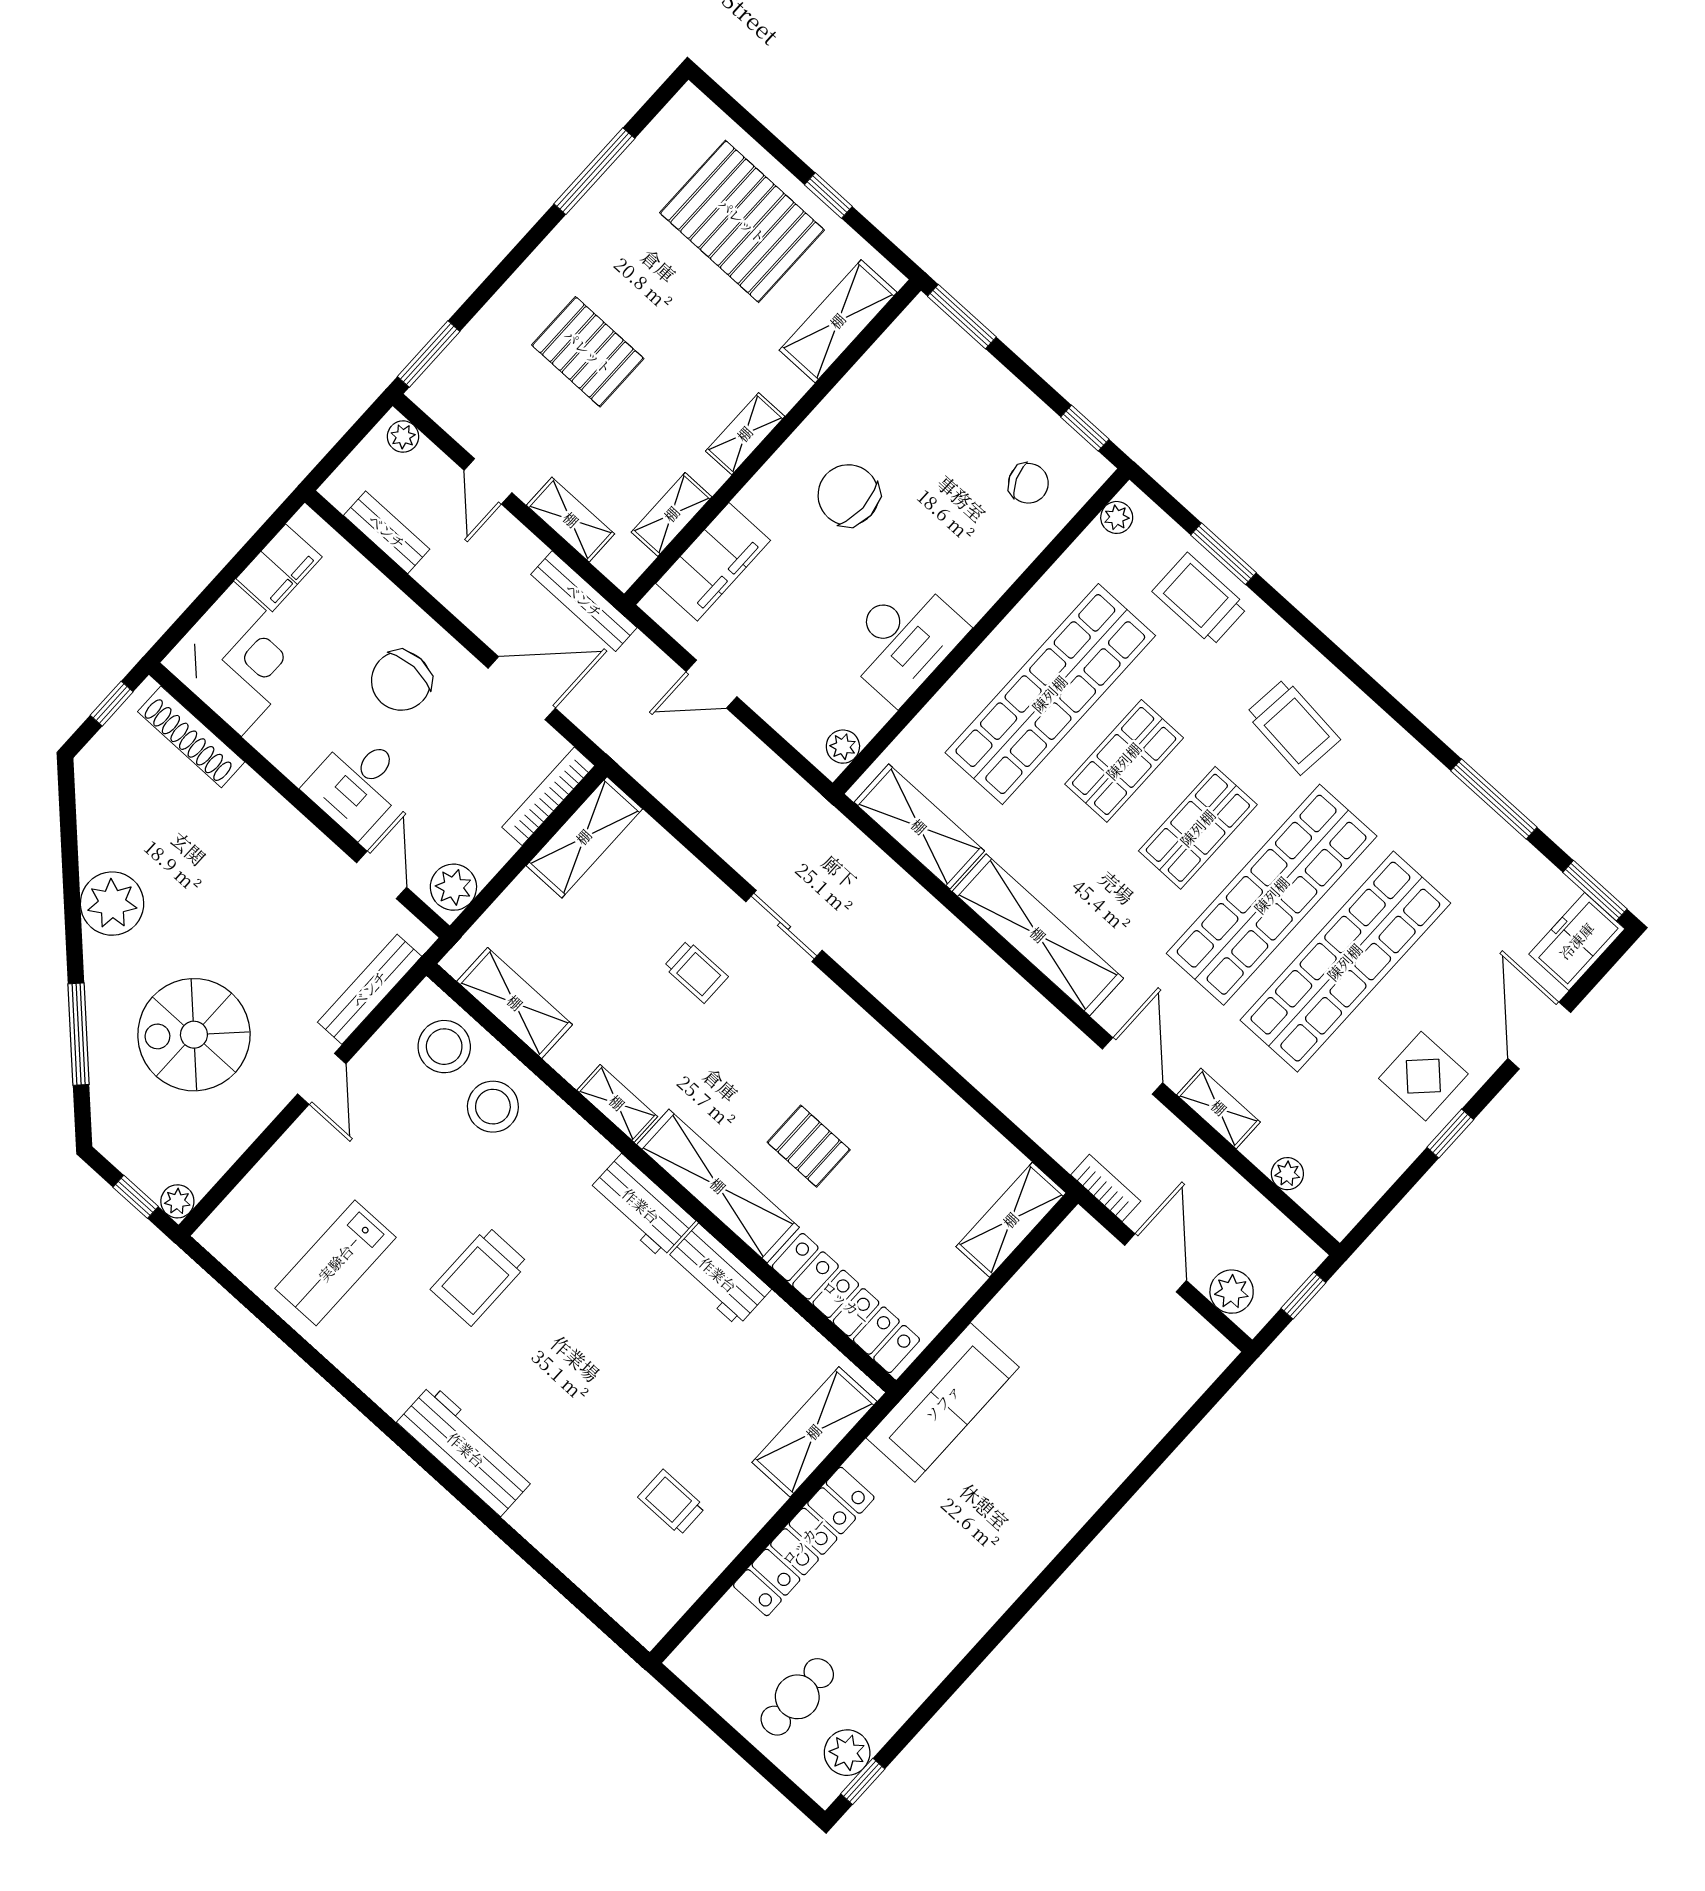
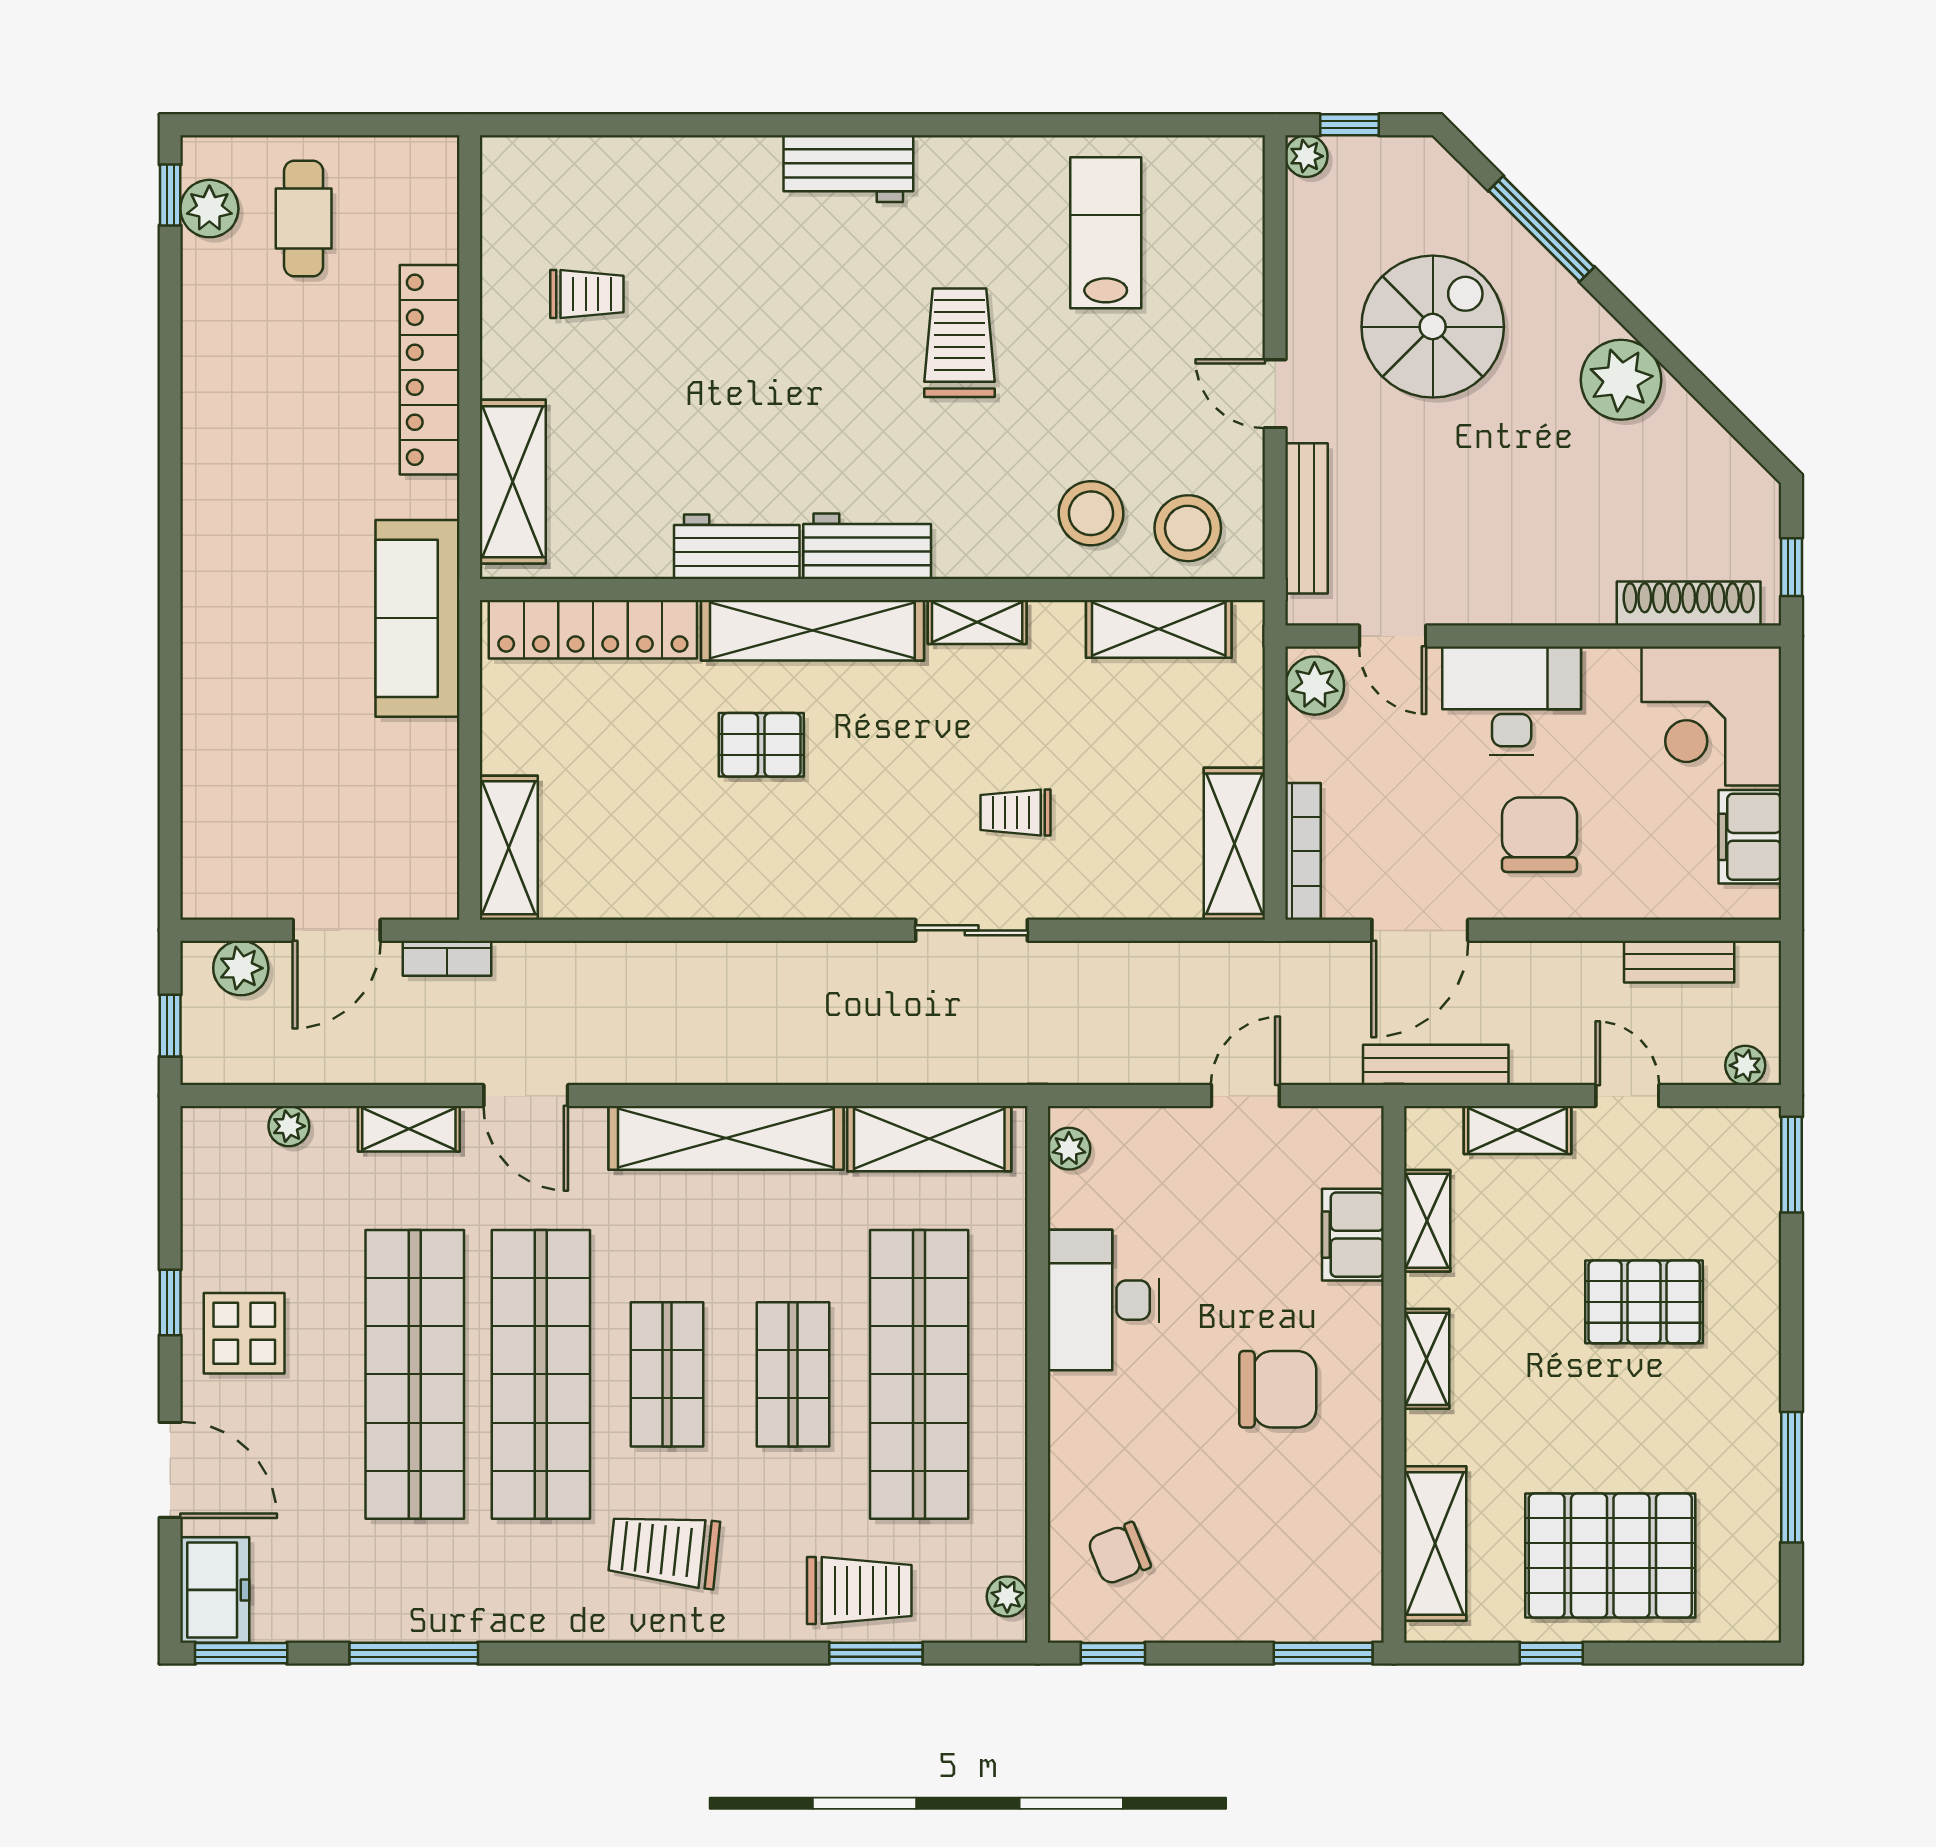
filing cabinet: (713, 562) -> (1353, 1235), width x0.67, depth x0.86
desk: (357, 784) -> (1512, 701), width x1.37
door: (1155, 1263) -> (337, 930), hinge flipped
workbench: (466, 1450) -> (848, 169), width x0.73

